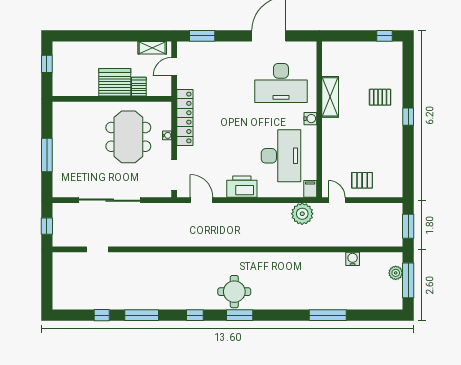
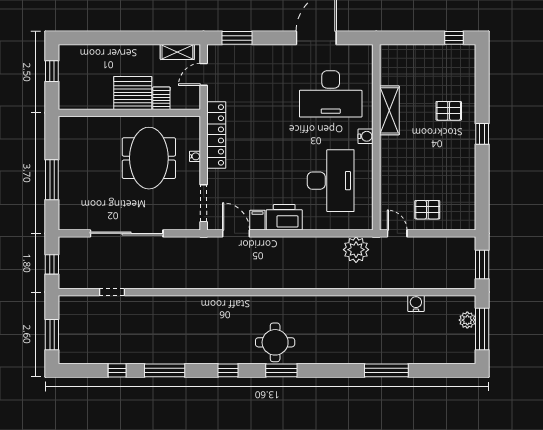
filing cabinet: (310, 189) -> (257, 220), moved
window: (47, 285) -> (52, 335), added

